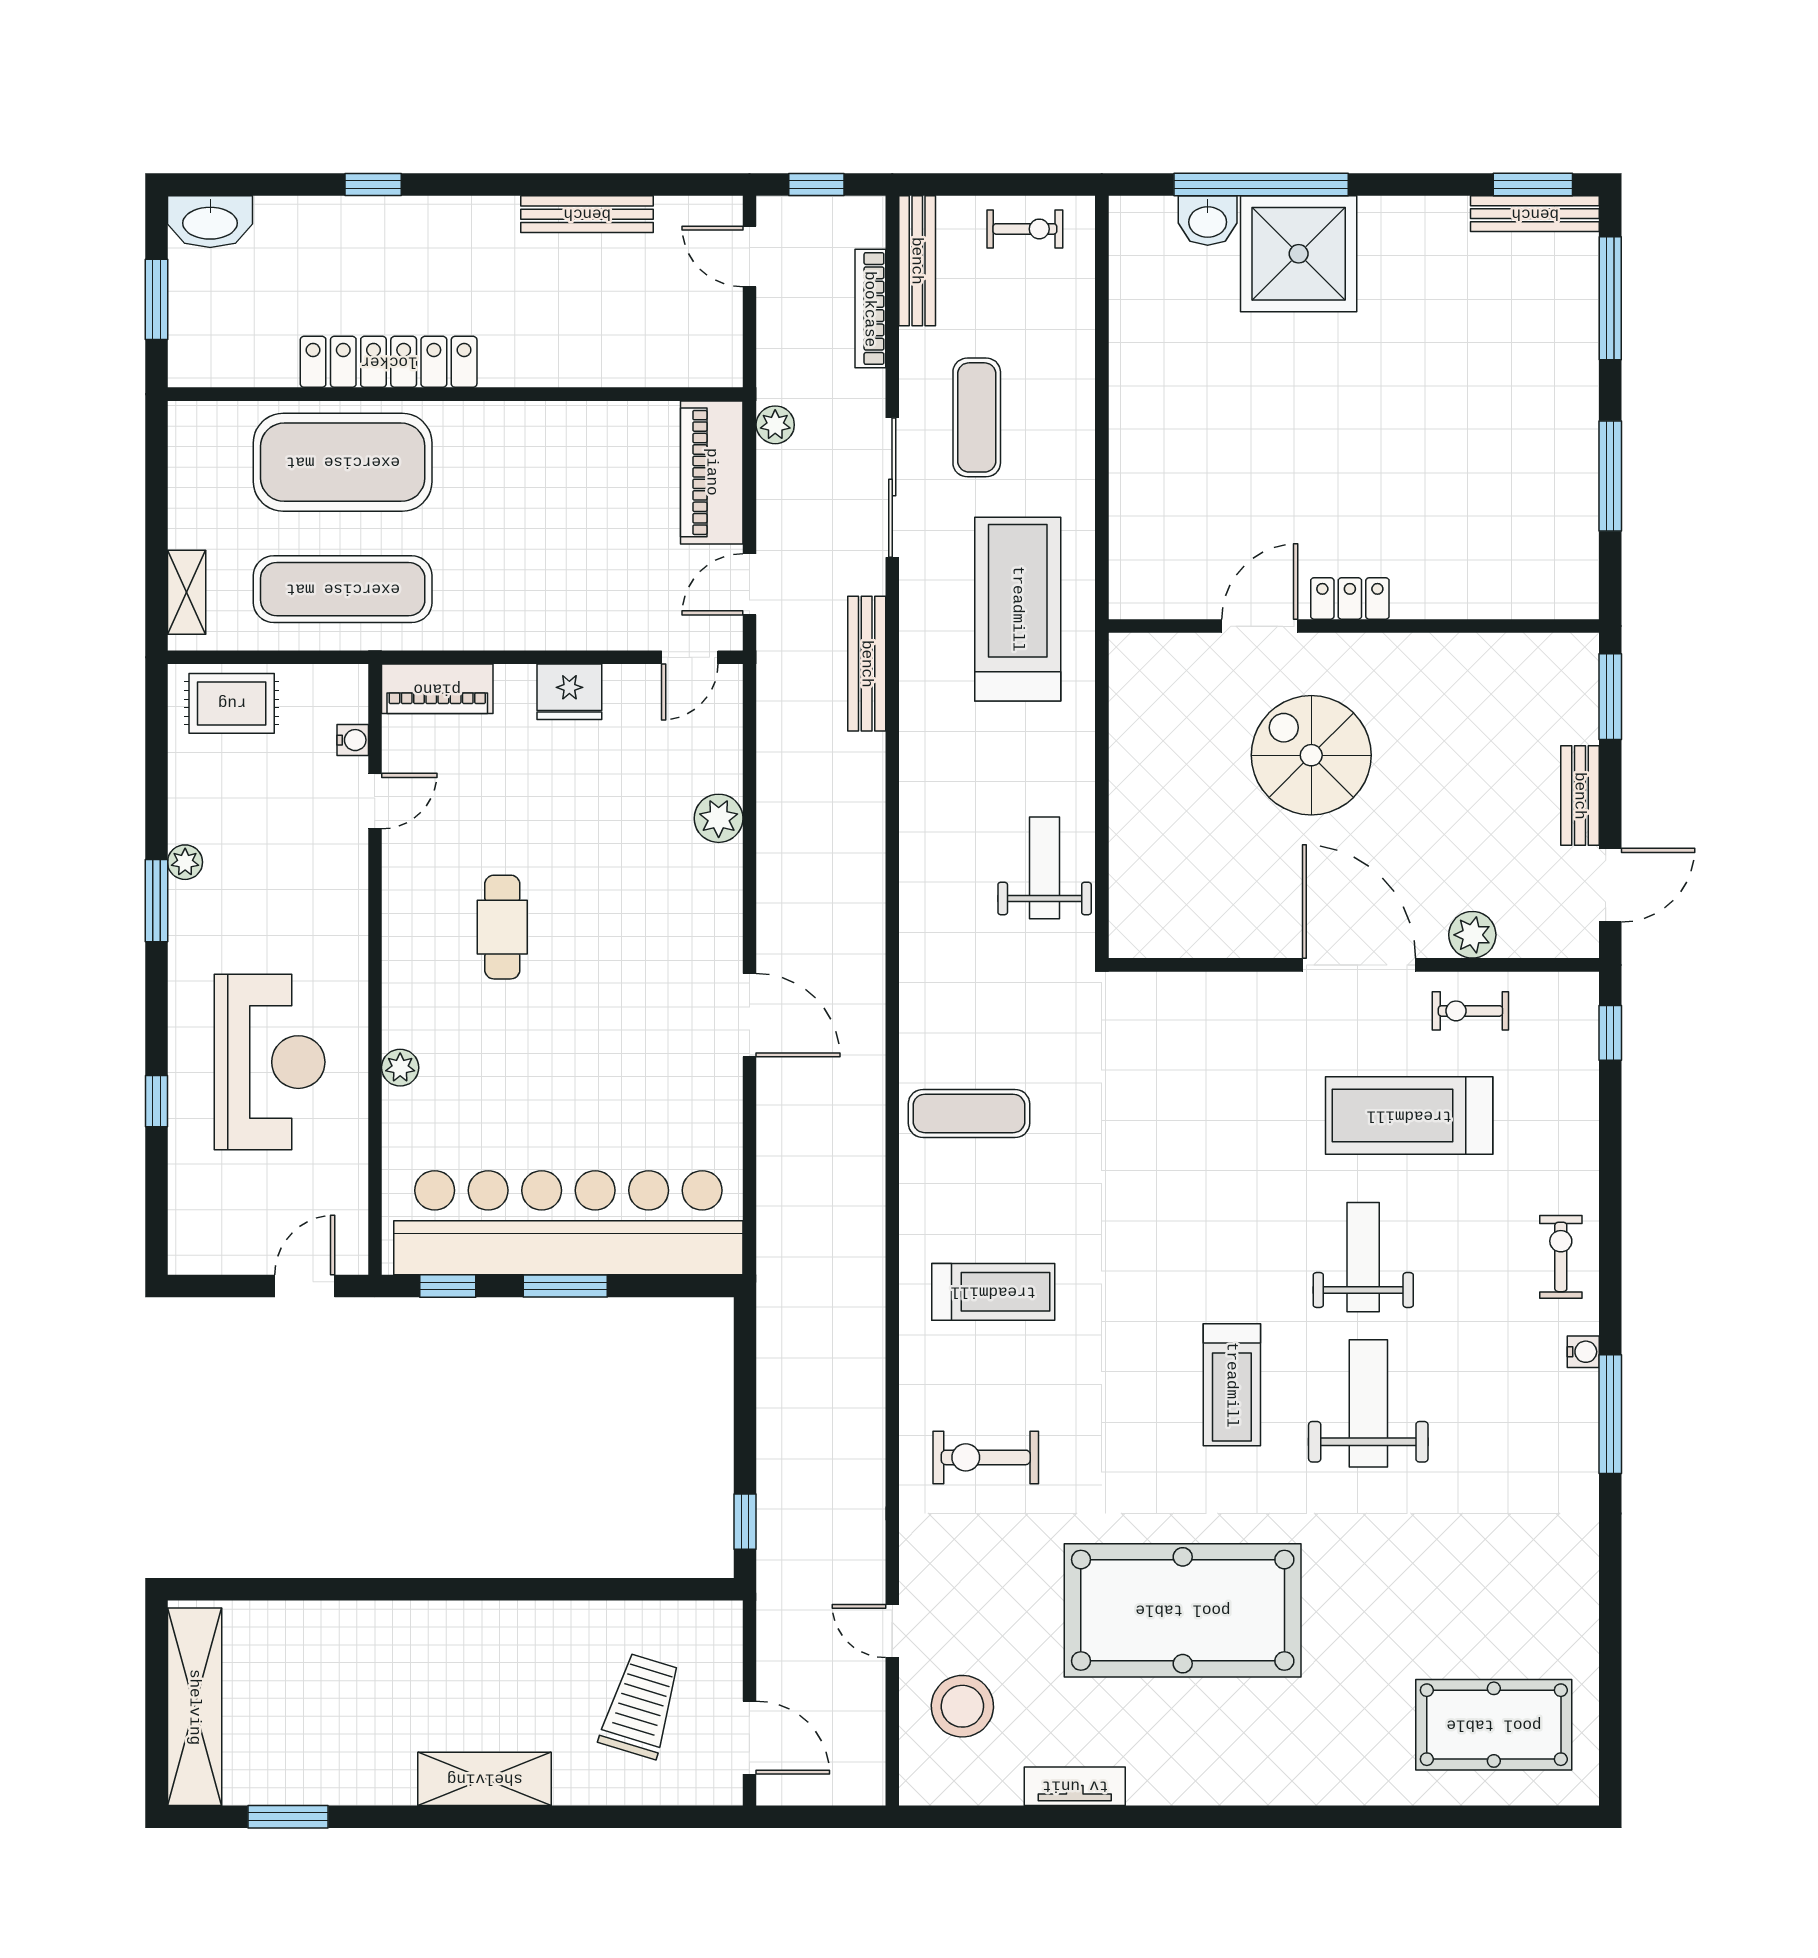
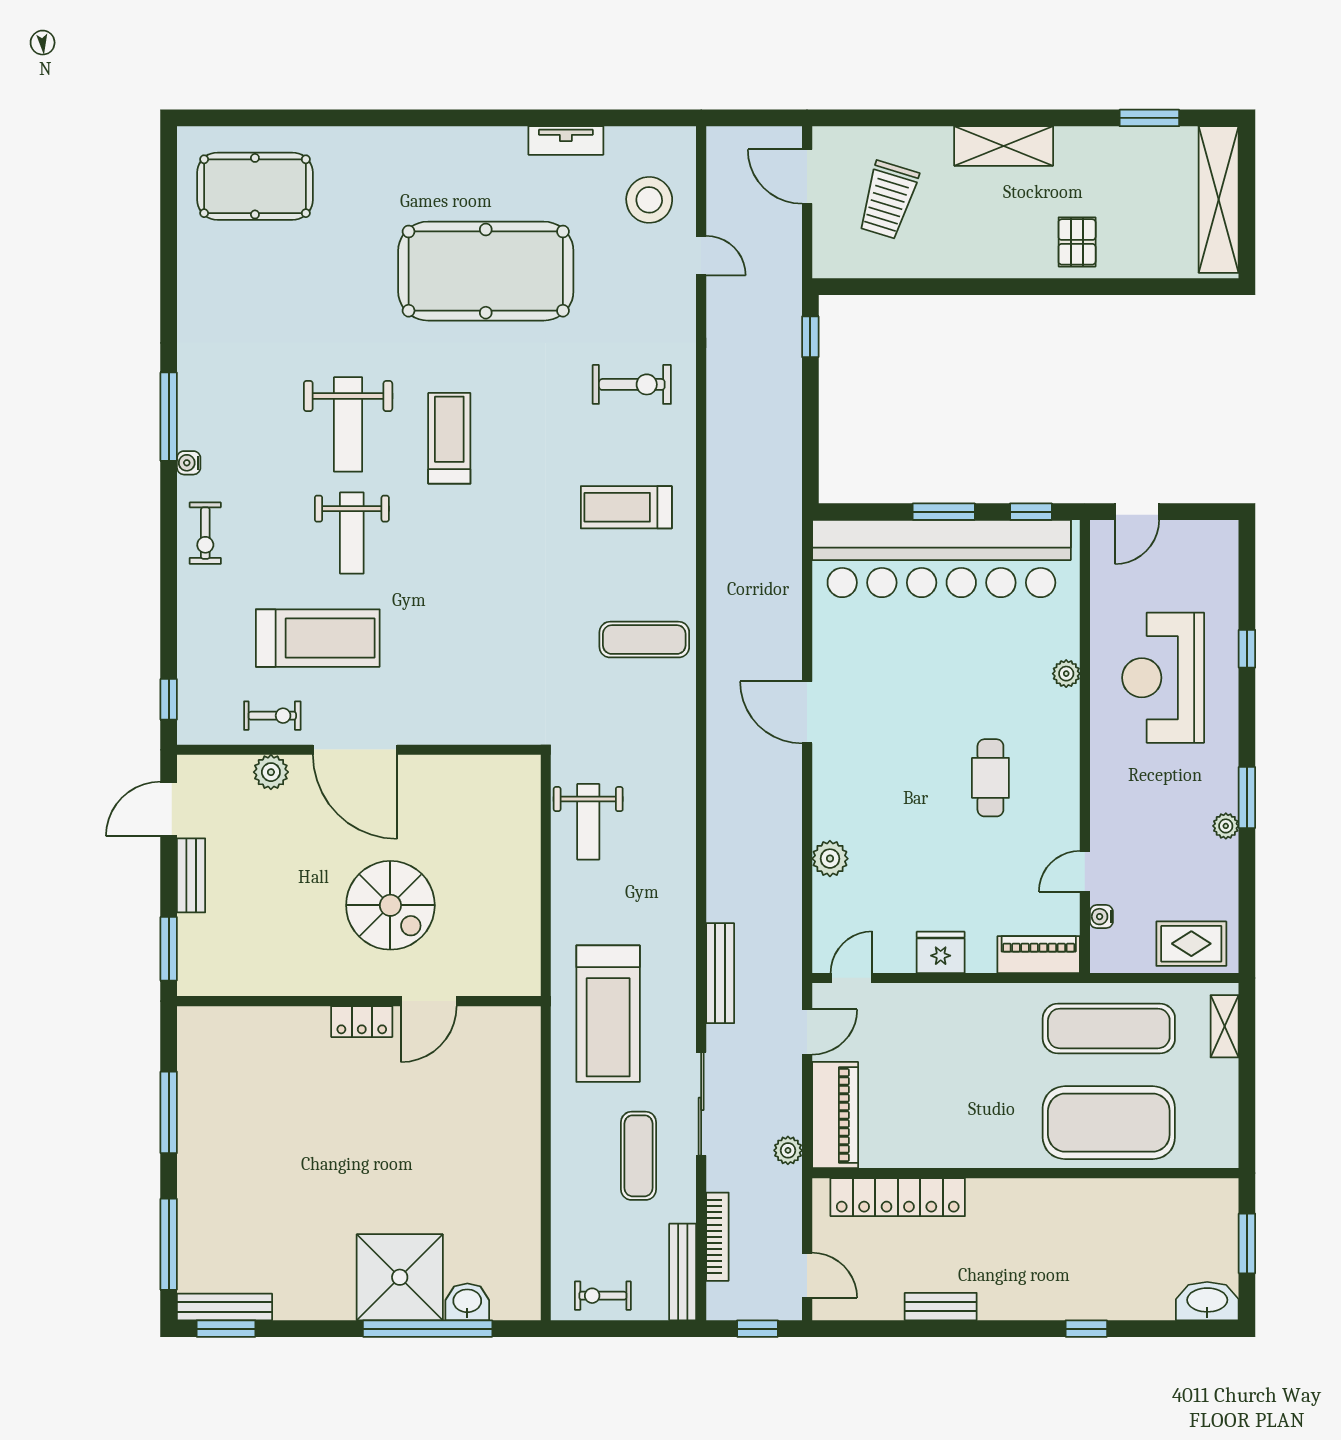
bench: (587, 214) -> (941, 1307), width x0.73
locker: (389, 362) -> (898, 1197), moved
pallet: (386, 1650) -> (1077, 242), added

